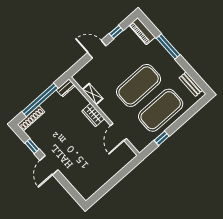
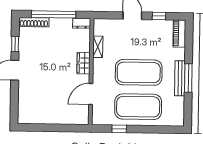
window: (168, 46) -> (188, 78), moved
bench: (191, 84) -> (180, 78), moved, width x1.36

